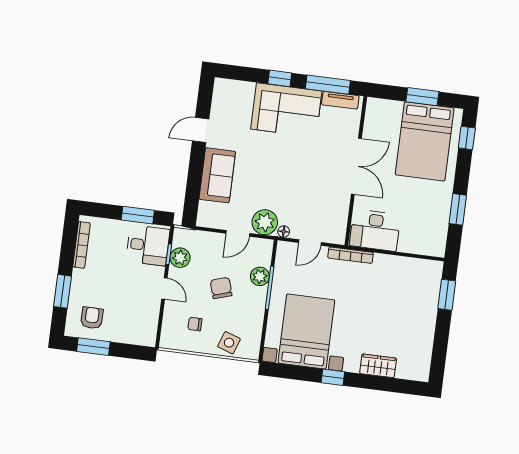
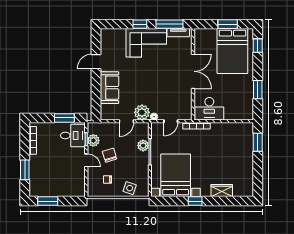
chair: (221, 288) -> (110, 155), moved
armchair: (92, 318) -> (45, 184), removed

